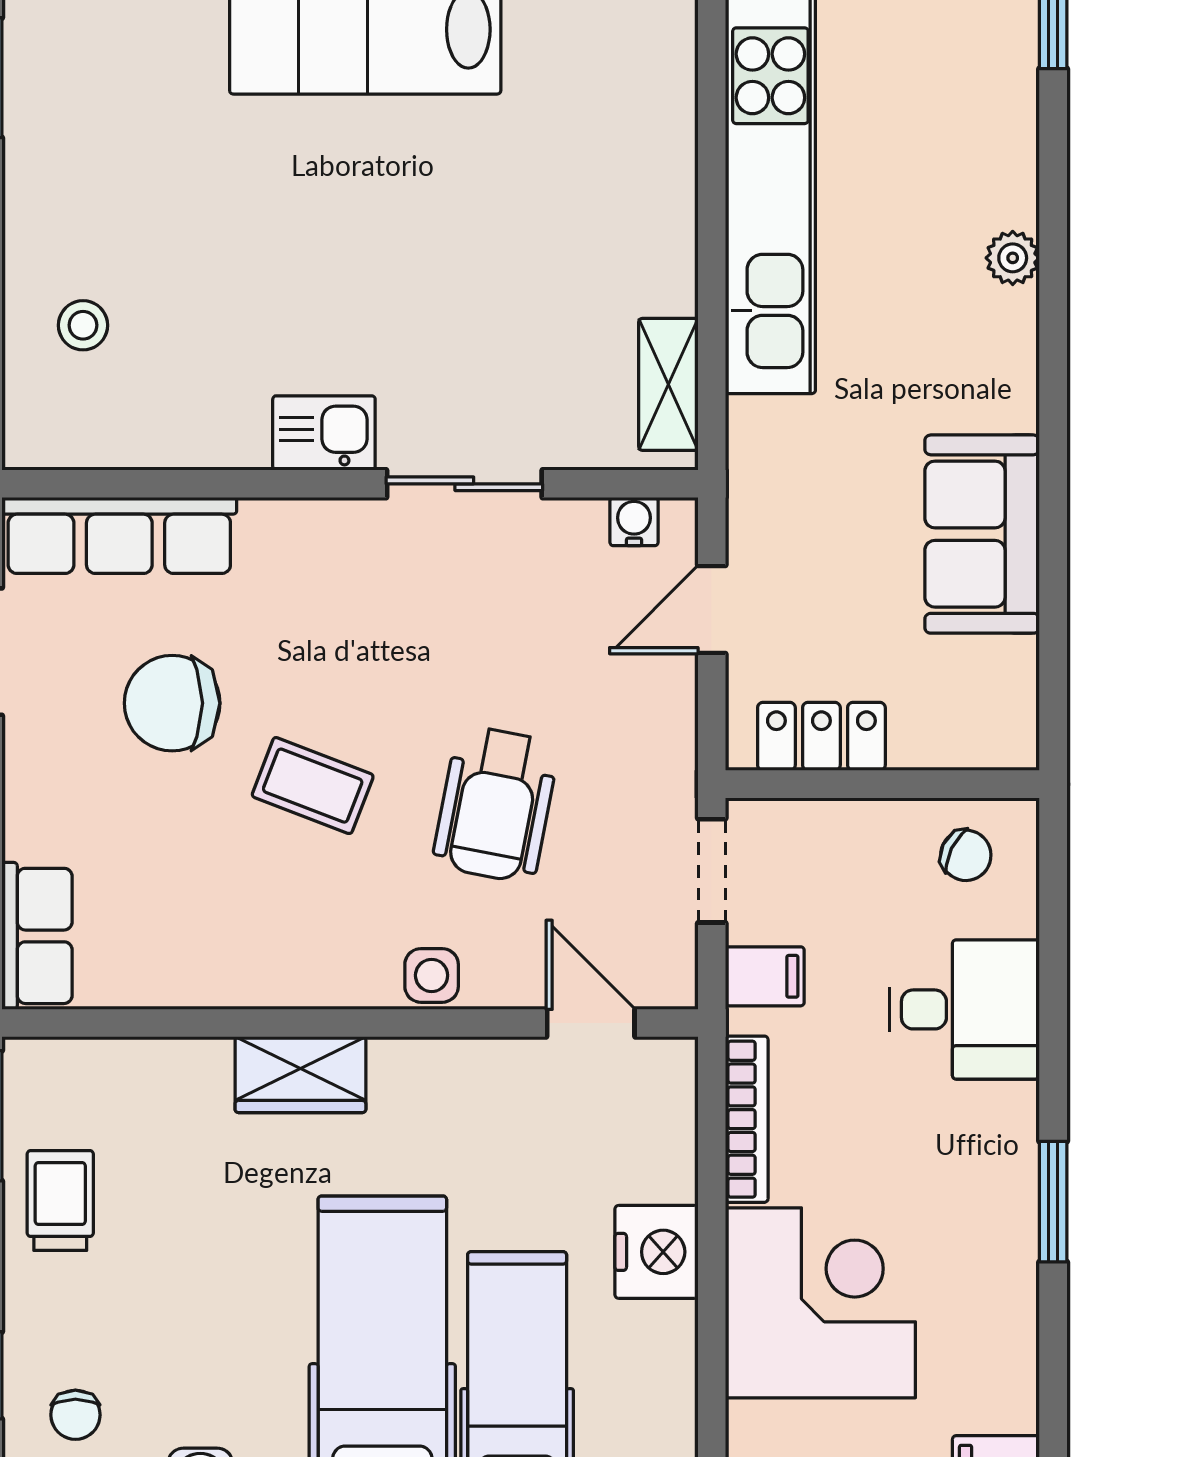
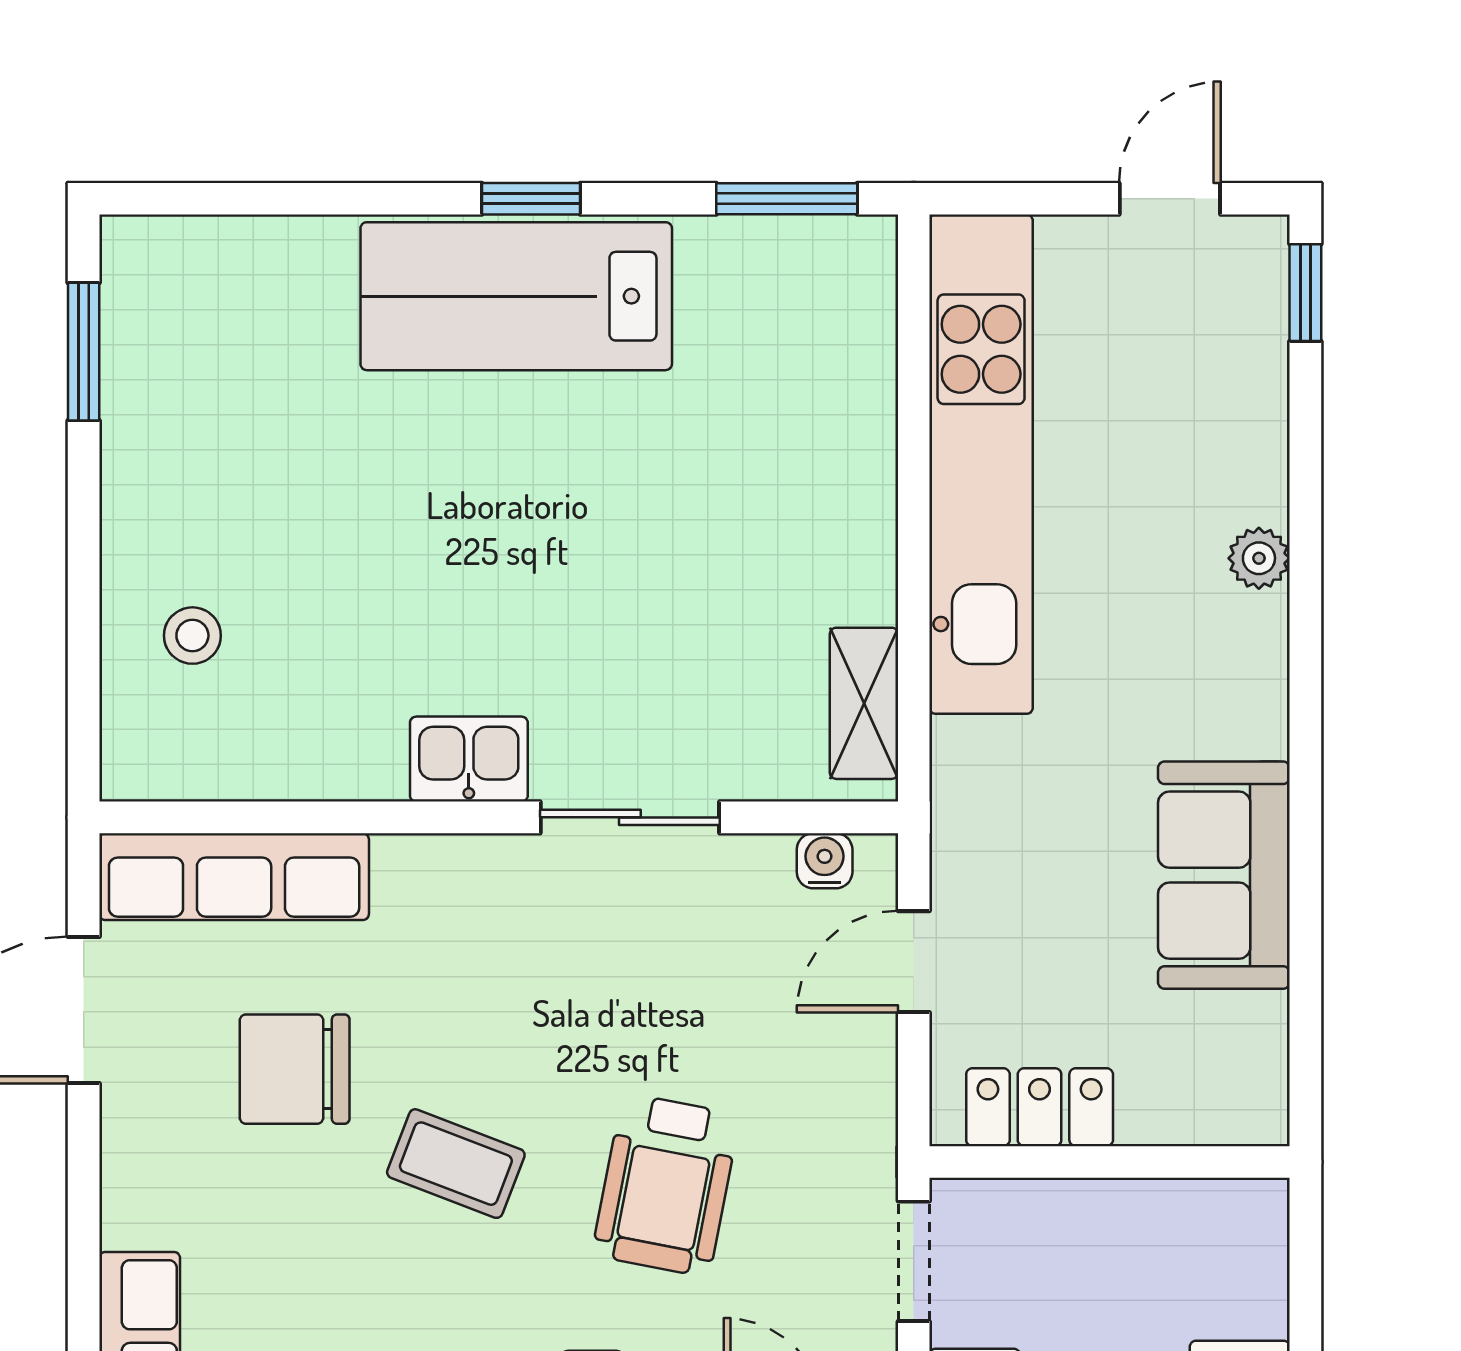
chair: (966, 855) -> (1205, 1244), removed

